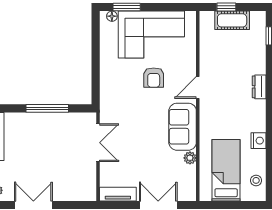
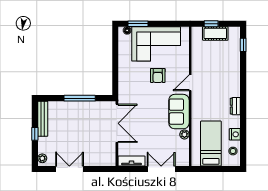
dresser: (259, 87) -> (235, 106), moved
nightstand: (259, 141) -> (235, 134), moved
double door: (98, 143) -> (117, 123), width x1.37

